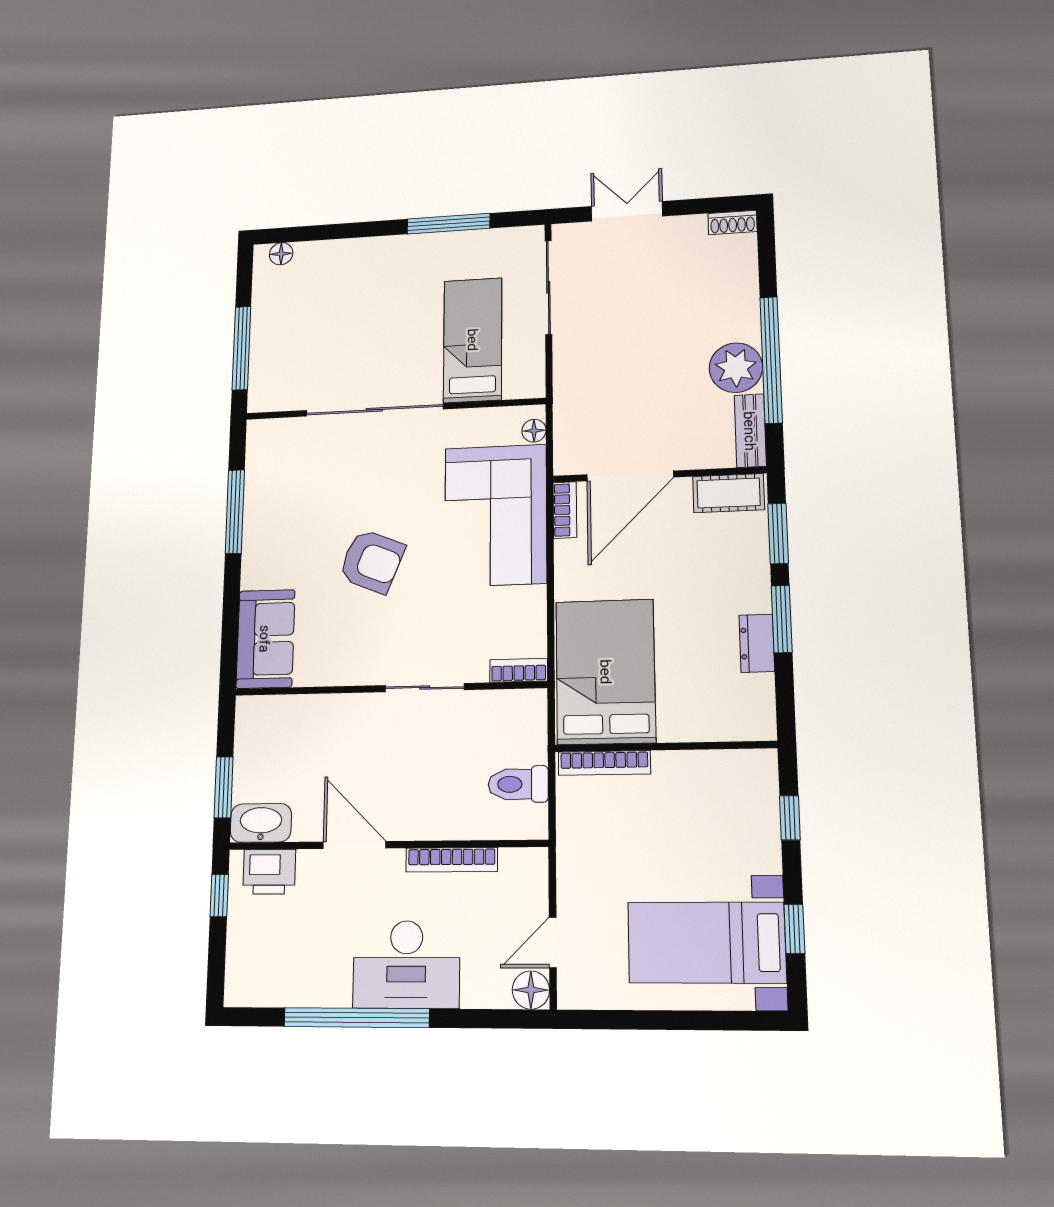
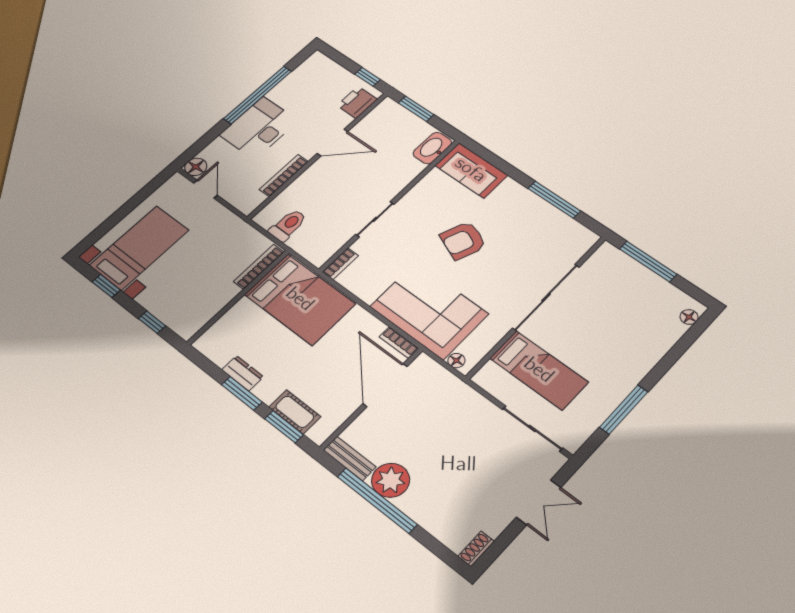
cot: (729, 493) -> (295, 412), moved, turned 90
washbasin: (261, 823) -> (432, 148), moved, turned 180

